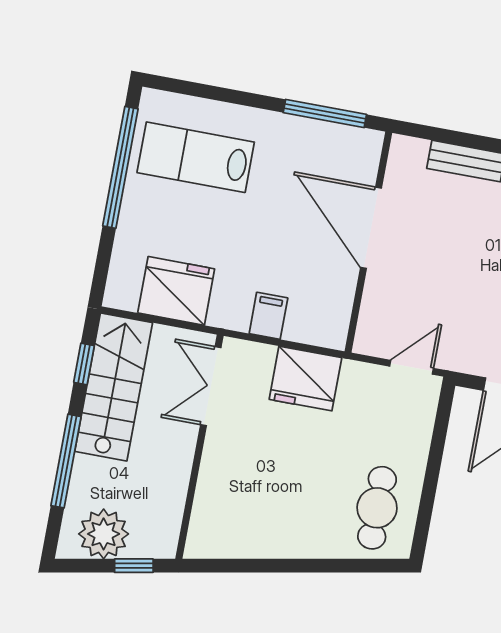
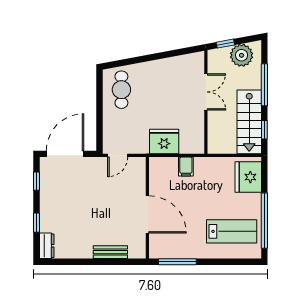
fridge: (176, 291) -> (248, 177), moved, turned 90
double door: (211, 386) -> (206, 92), moved

